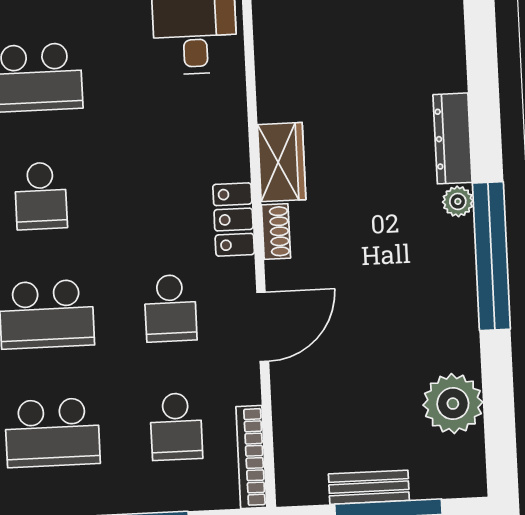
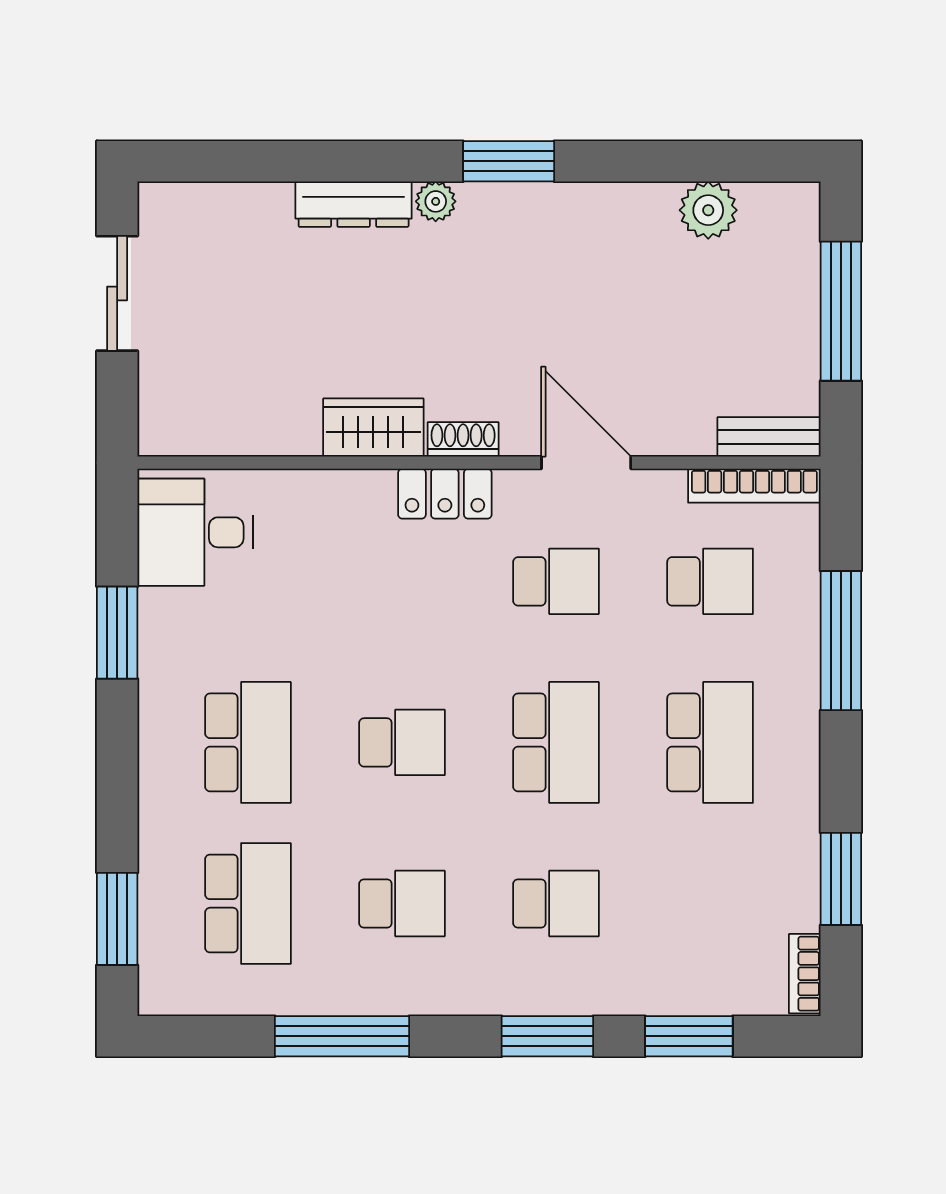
window: (491, 256) -> (509, 161), width x0.47
plant: (453, 404) -> (708, 210), width x0.73, depth x0.73
bench: (369, 487) -> (769, 437), moved, turned 90

